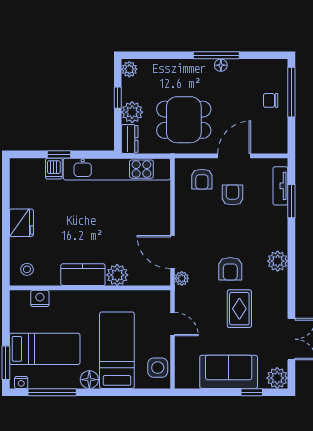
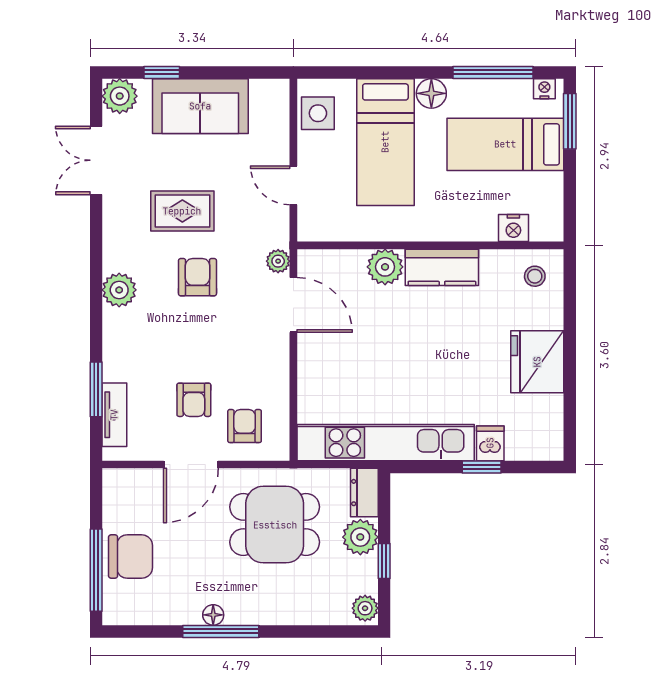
chair: (271, 100) -> (131, 556), width x1.87, depth x1.87
fridge: (21, 223) -> (537, 362), width x1.36, depth x1.34
rug: (239, 309) -> (182, 211), turned 90

